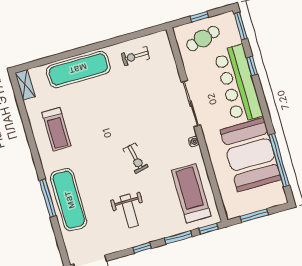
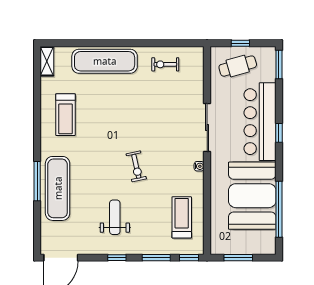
window: (252, 66) -> (279, 133), moved
treadmill: (191, 193) -> (182, 217), width x0.73, depth x0.73
weight bench: (129, 211) -> (115, 217), turned 180

